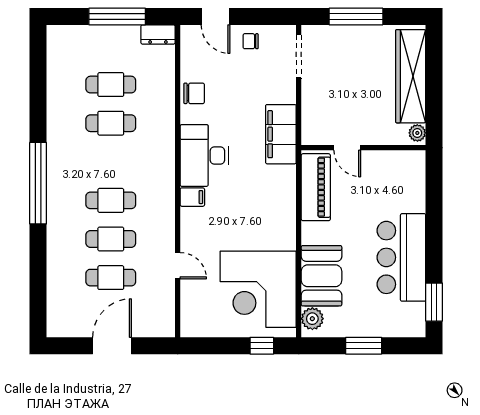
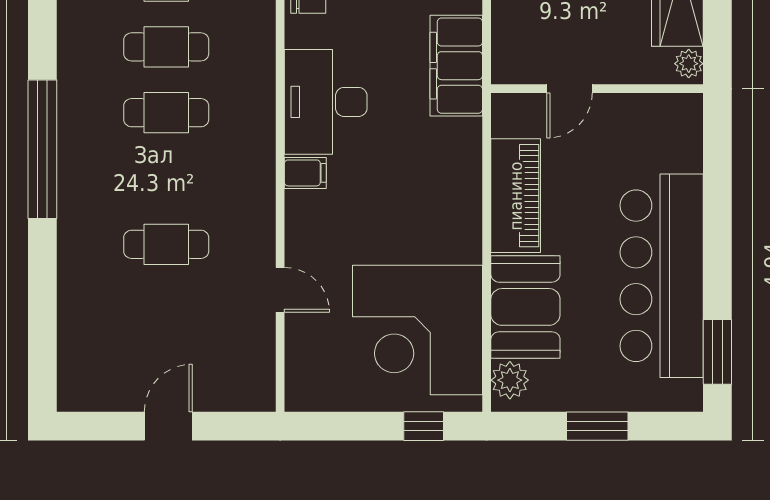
door: (347, 148) -> (569, 89), hinge flipped
piano: (316, 187) -> (516, 196), moved
cafe table: (111, 200) -> (166, 113), moved
bar counter: (401, 257) -> (662, 276), width x1.36
cafe table: (111, 278) -> (166, 310), removed
door: (112, 346) -> (168, 426), width x0.73

